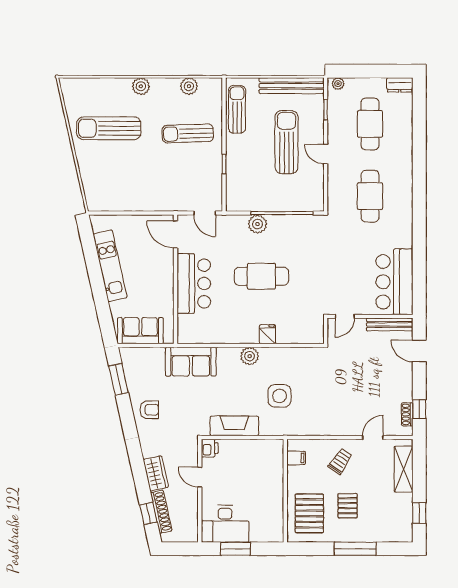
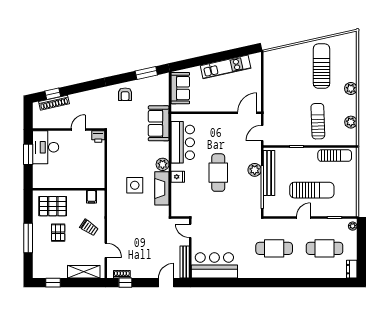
bench: (292, 86) -> (269, 173), moved
bar counter: (194, 283) -> (183, 142), moved, turned -90
fireplace: (234, 426) -> (162, 188), moved, turned 180
wardrobe: (156, 473) -> (81, 99), removed
pallet: (348, 506) -> (58, 233), turned 90

